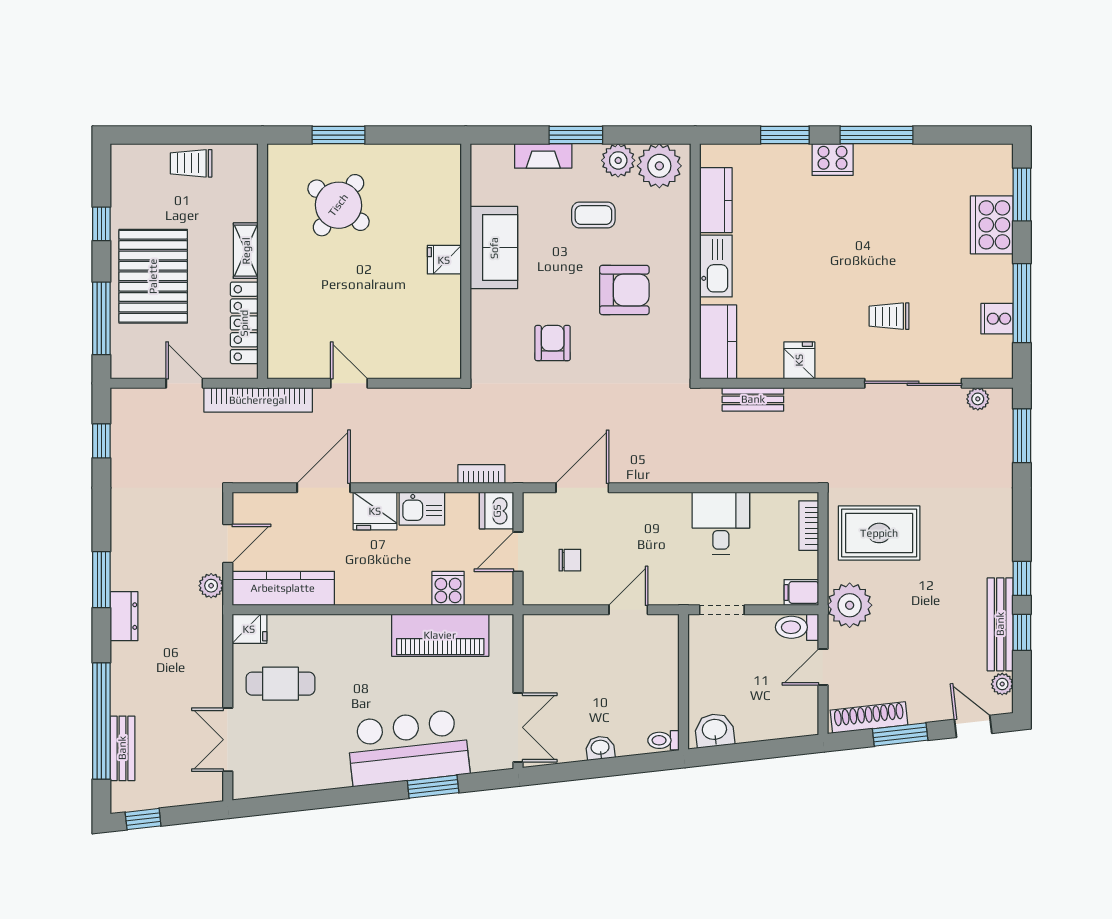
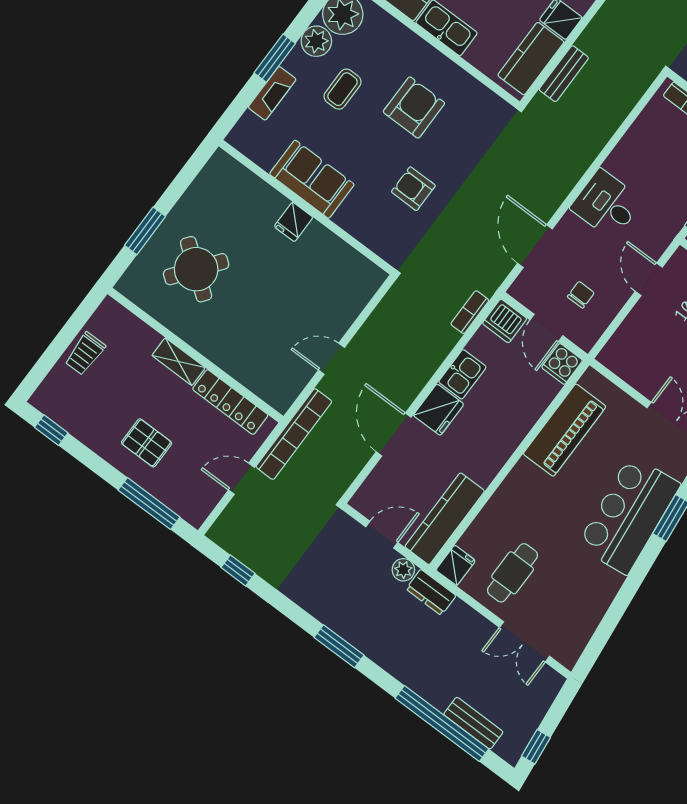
window: (101, 224) -> (51, 430), moved
pallet: (153, 276) -> (147, 443), width x0.49, depth x0.50
kitchen counter: (718, 342) -> (531, 59), moved, turned -90
desk: (721, 523) -> (607, 204), moved
door: (228, 543) -> (382, 535), hinge flipped
cooker: (448, 588) -> (562, 364), moved, turned -90
dresser: (124, 616) -> (431, 592), moved, turned 180

